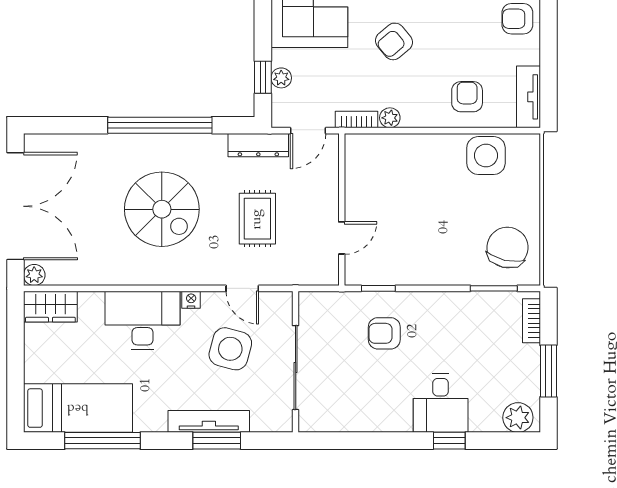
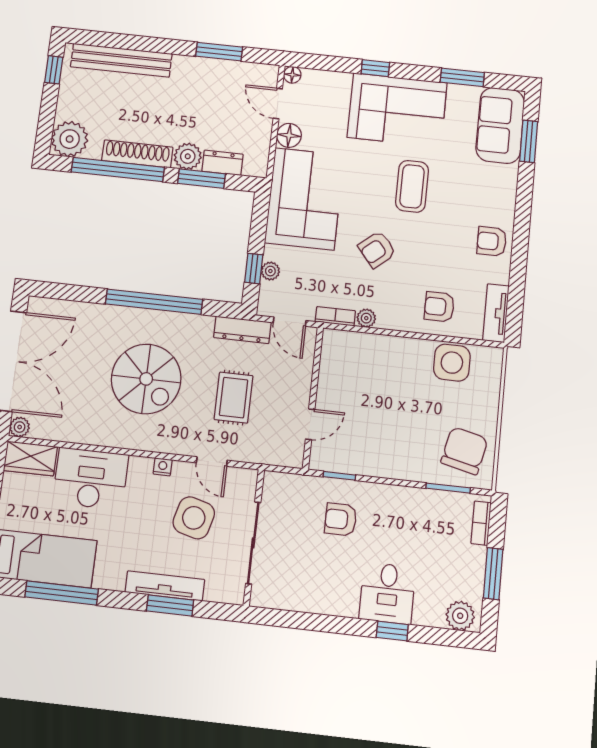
armchair: (467, 97) -> (439, 307), turned -90
door: (308, 131) -> (290, 322), hinge flipped
desk: (142, 320) -> (91, 479), moved

